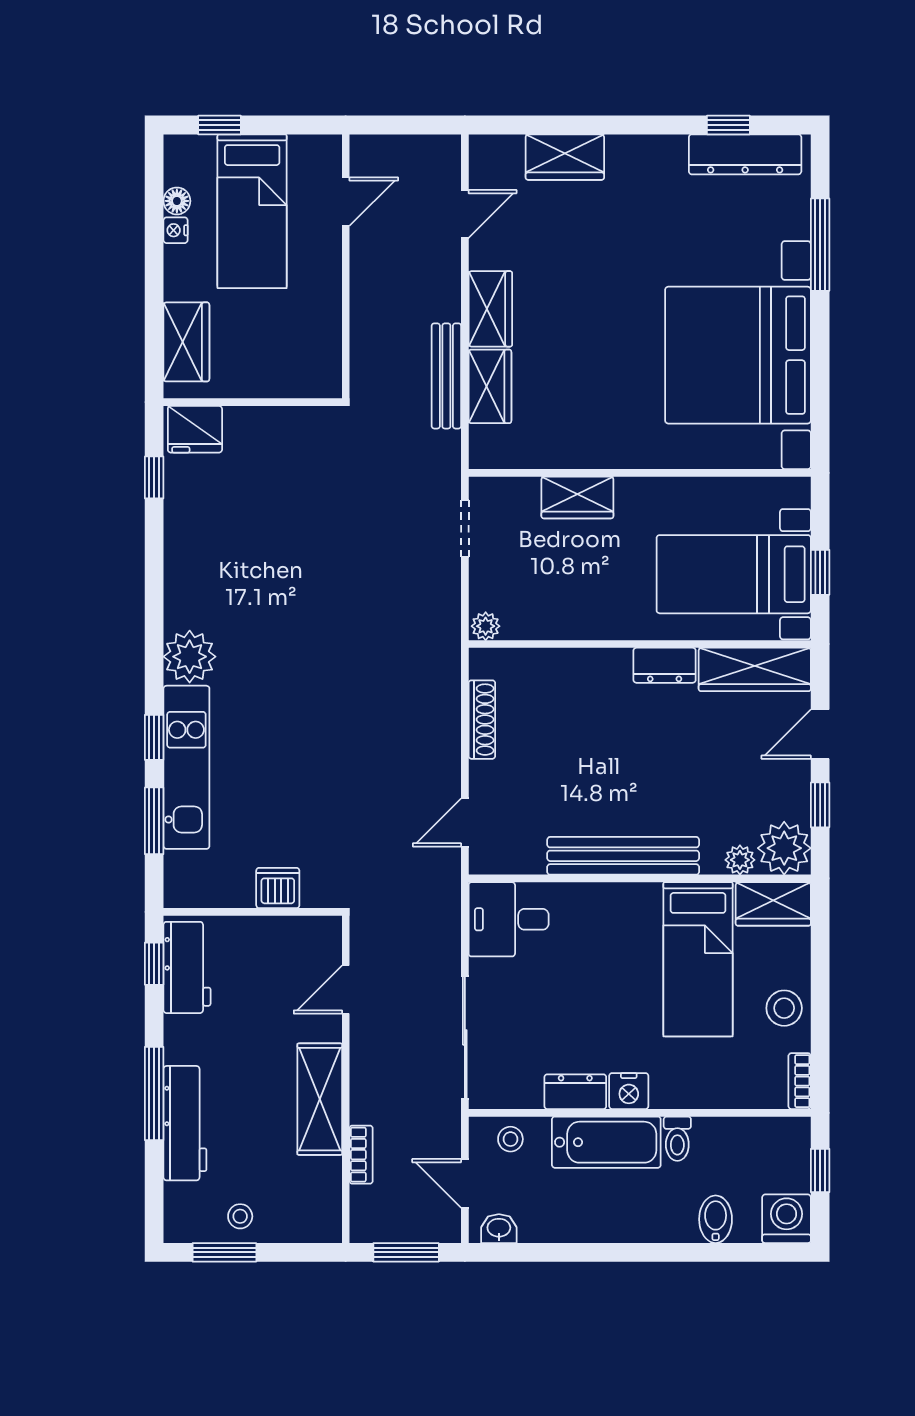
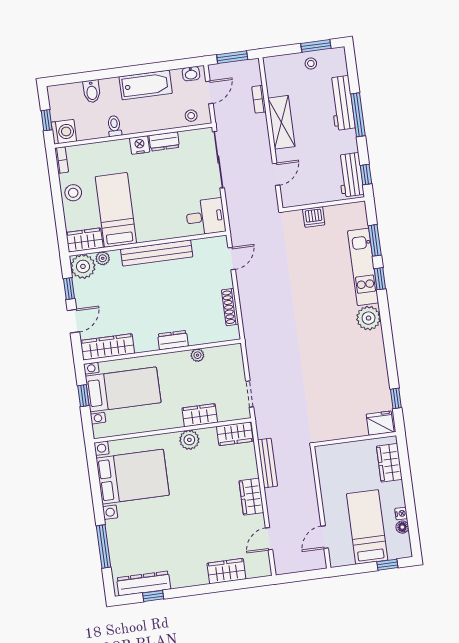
bed with nightstands: (738, 355) -> (133, 477), width x0.73
wardrobe: (490, 386) -> (235, 434), moved, turned -90
plant: (607, 448) -> (189, 440), added
plant: (486, 626) -> (197, 355), moved
dresser: (665, 665) -> (173, 340), moved
bathtub: (606, 1142) -> (146, 85), moved, turned 180
door: (465, 1183) -> (209, 92), hinge flipped
washing machine: (787, 1219) -> (64, 132), moved, turned -90

